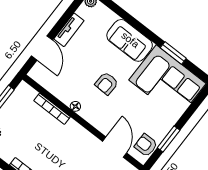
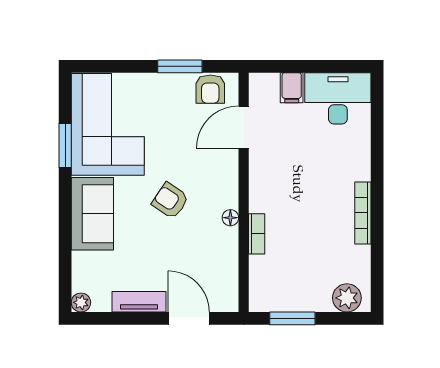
door: (42, 48) -> (189, 318), hinge flipped
armchair: (107, 83) -> (170, 201), turned -148
bookcase: (52, 109) -> (257, 234), width x0.64

